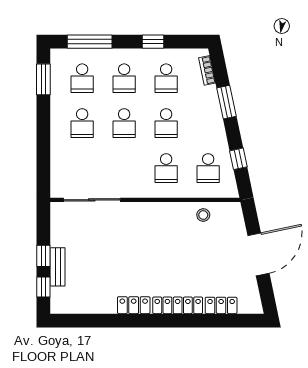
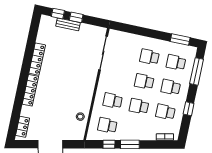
window: (227, 102) -> (130, 144), moved
locker: (134, 305) -> (37, 59), width x1.53
locker: (221, 305) -> (23, 127), moved

